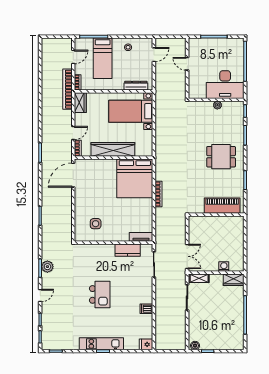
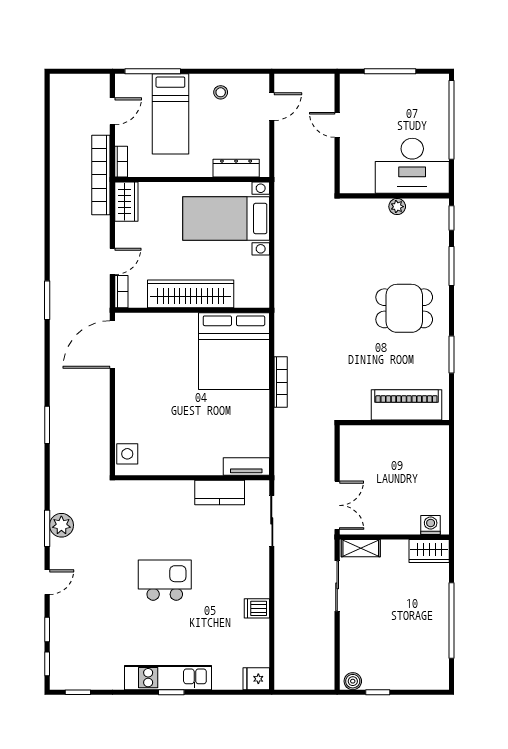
side table: (96, 224) -> (127, 454), moved
washing machine: (224, 266) -> (431, 525), moved
kitchen island: (100, 294) -> (165, 580), turned -90

